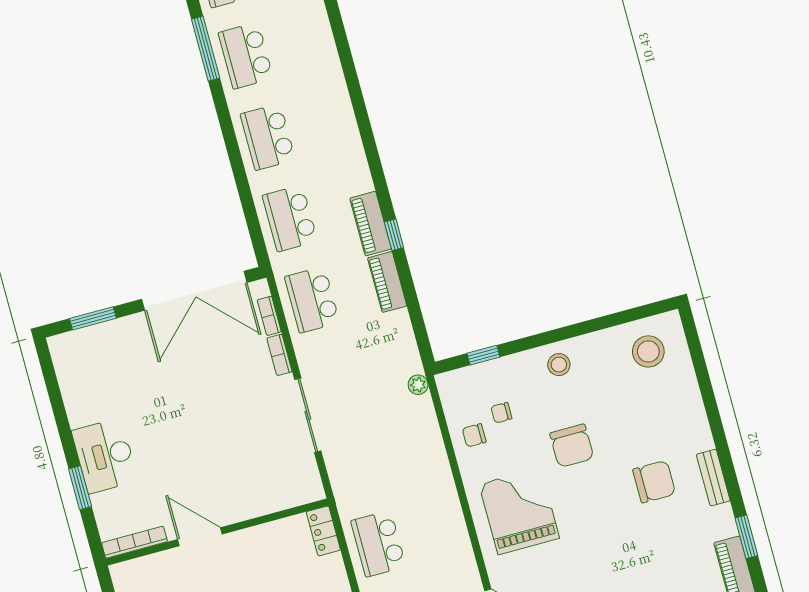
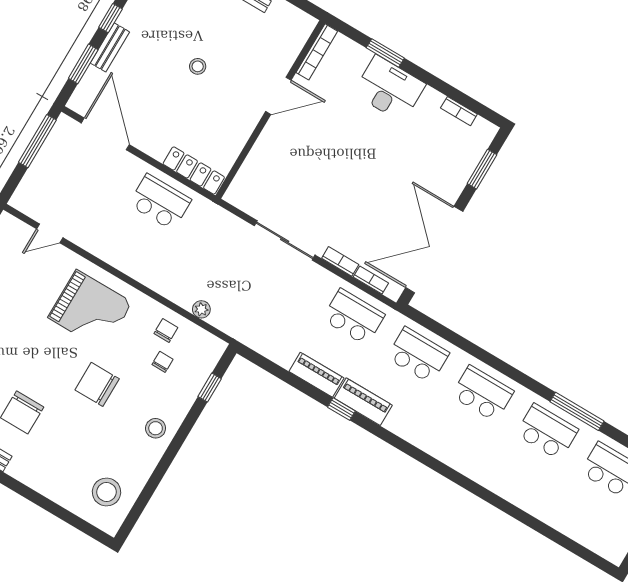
bookcase: (66, 383) -> (459, 111), added
plant: (418, 385) -> (201, 309), moved
locker: (323, 531) -> (194, 170), width x1.53

